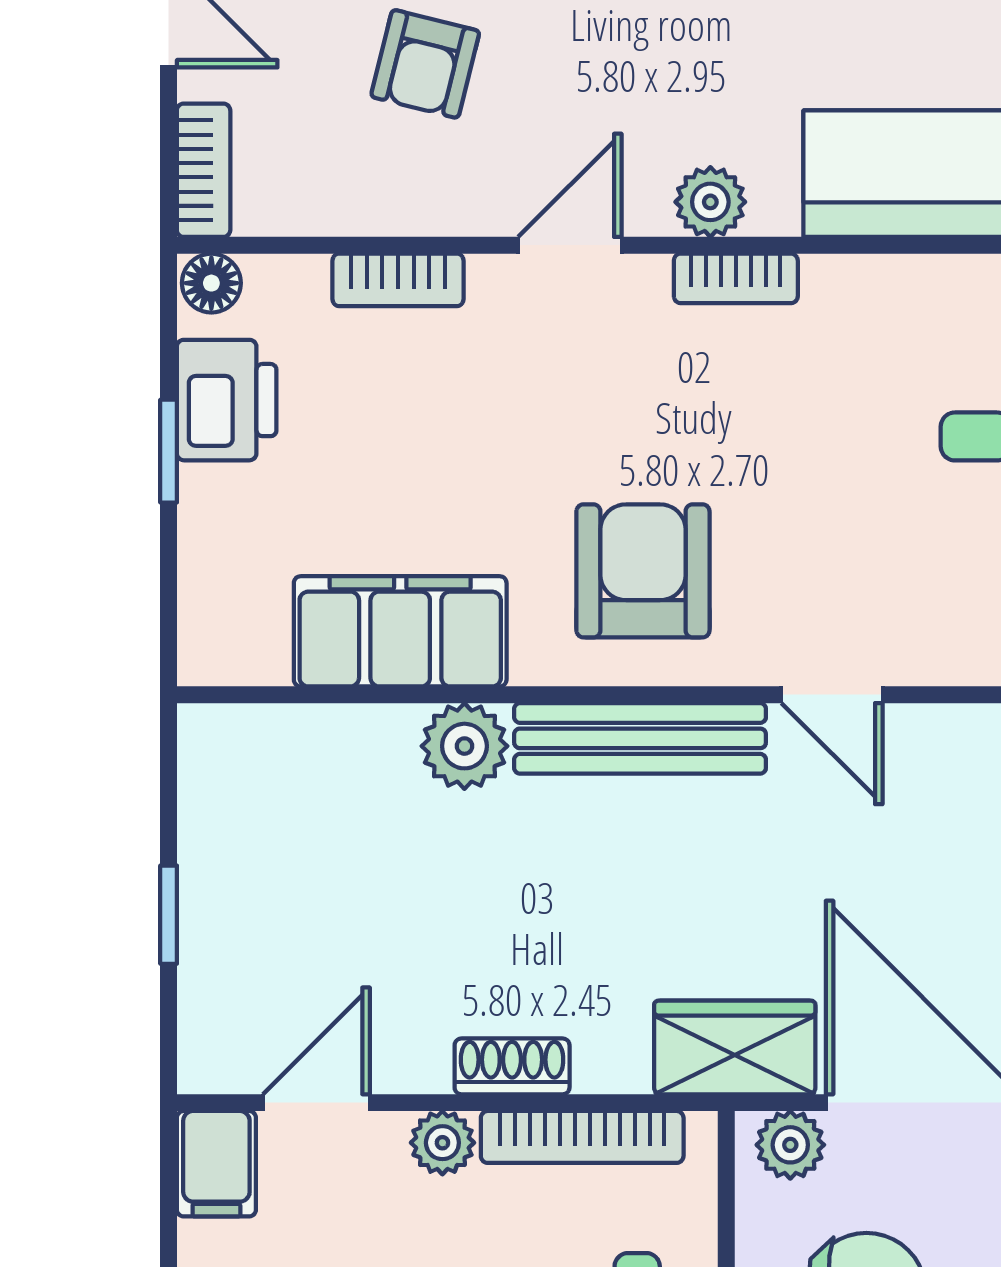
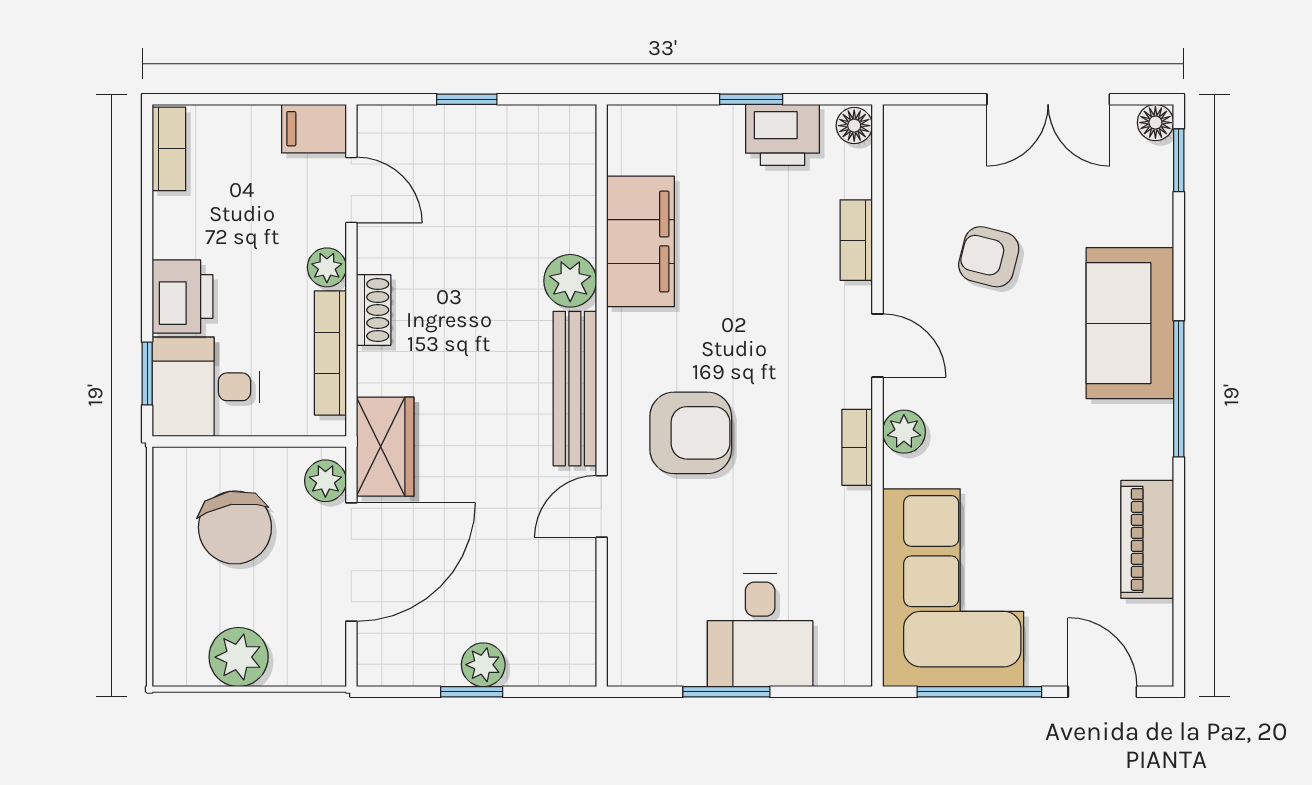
bookcase: (204, 170) -> (923, 121), removed
armchair: (643, 571) -> (691, 433), moved

